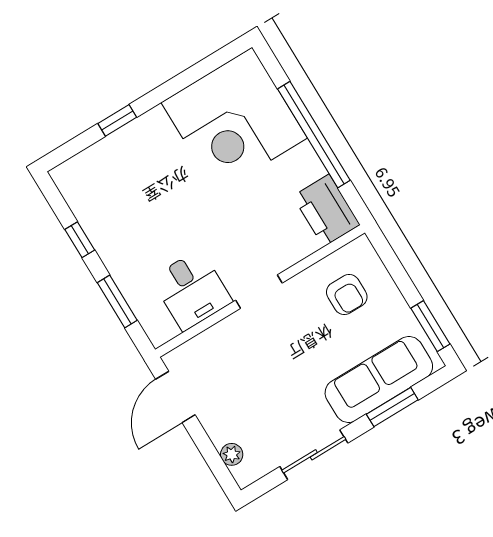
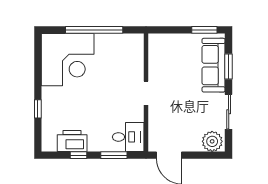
printer: (326, 210) -> (72, 141), moved, turned 180
desk: (192, 290) -> (128, 137), moved
armchair: (347, 295) -> (170, 57), removed
plant: (232, 454) -> (212, 141), width x1.88, depth x1.88

